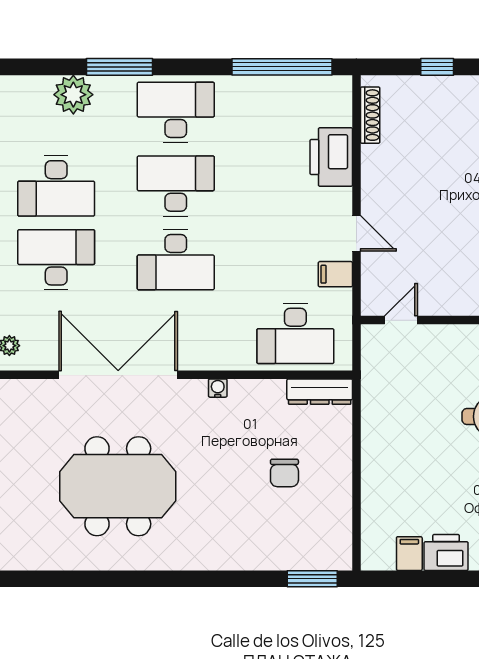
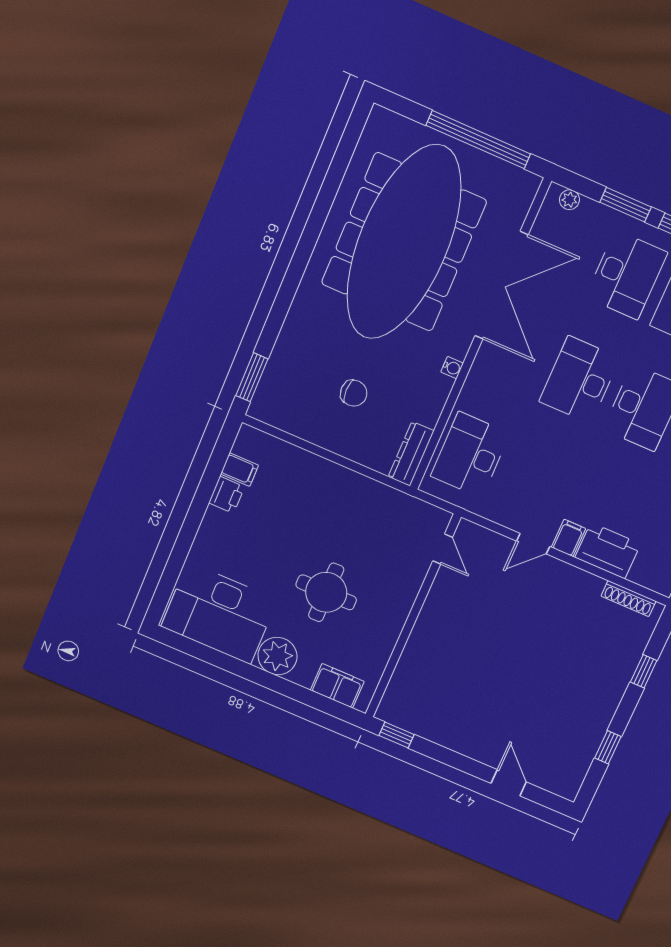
filing cabinet: (335, 274) -> (568, 538), moved
chair: (284, 473) -> (354, 393), turned 180
meeting table: (118, 486) -> (404, 242), width x1.86, depth x1.27
printer: (446, 552) -> (227, 495), width x0.73, depth x0.81

